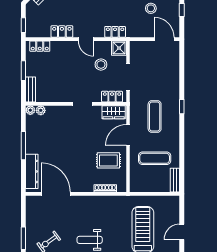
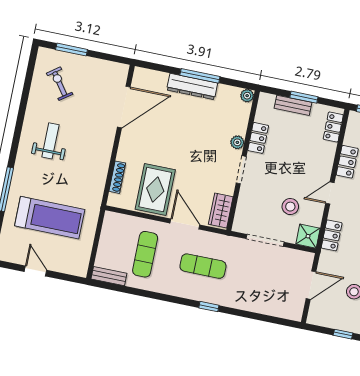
door: (164, 39) -> (311, 285), moved
bench: (30, 89) -> (293, 105), moved
locker: (112, 97) -> (258, 138), moved
plant: (41, 110) -> (237, 142), moved
rug: (108, 160) -> (155, 190), width x1.36, depth x1.43
dresser: (32, 171) -> (192, 87), moved

